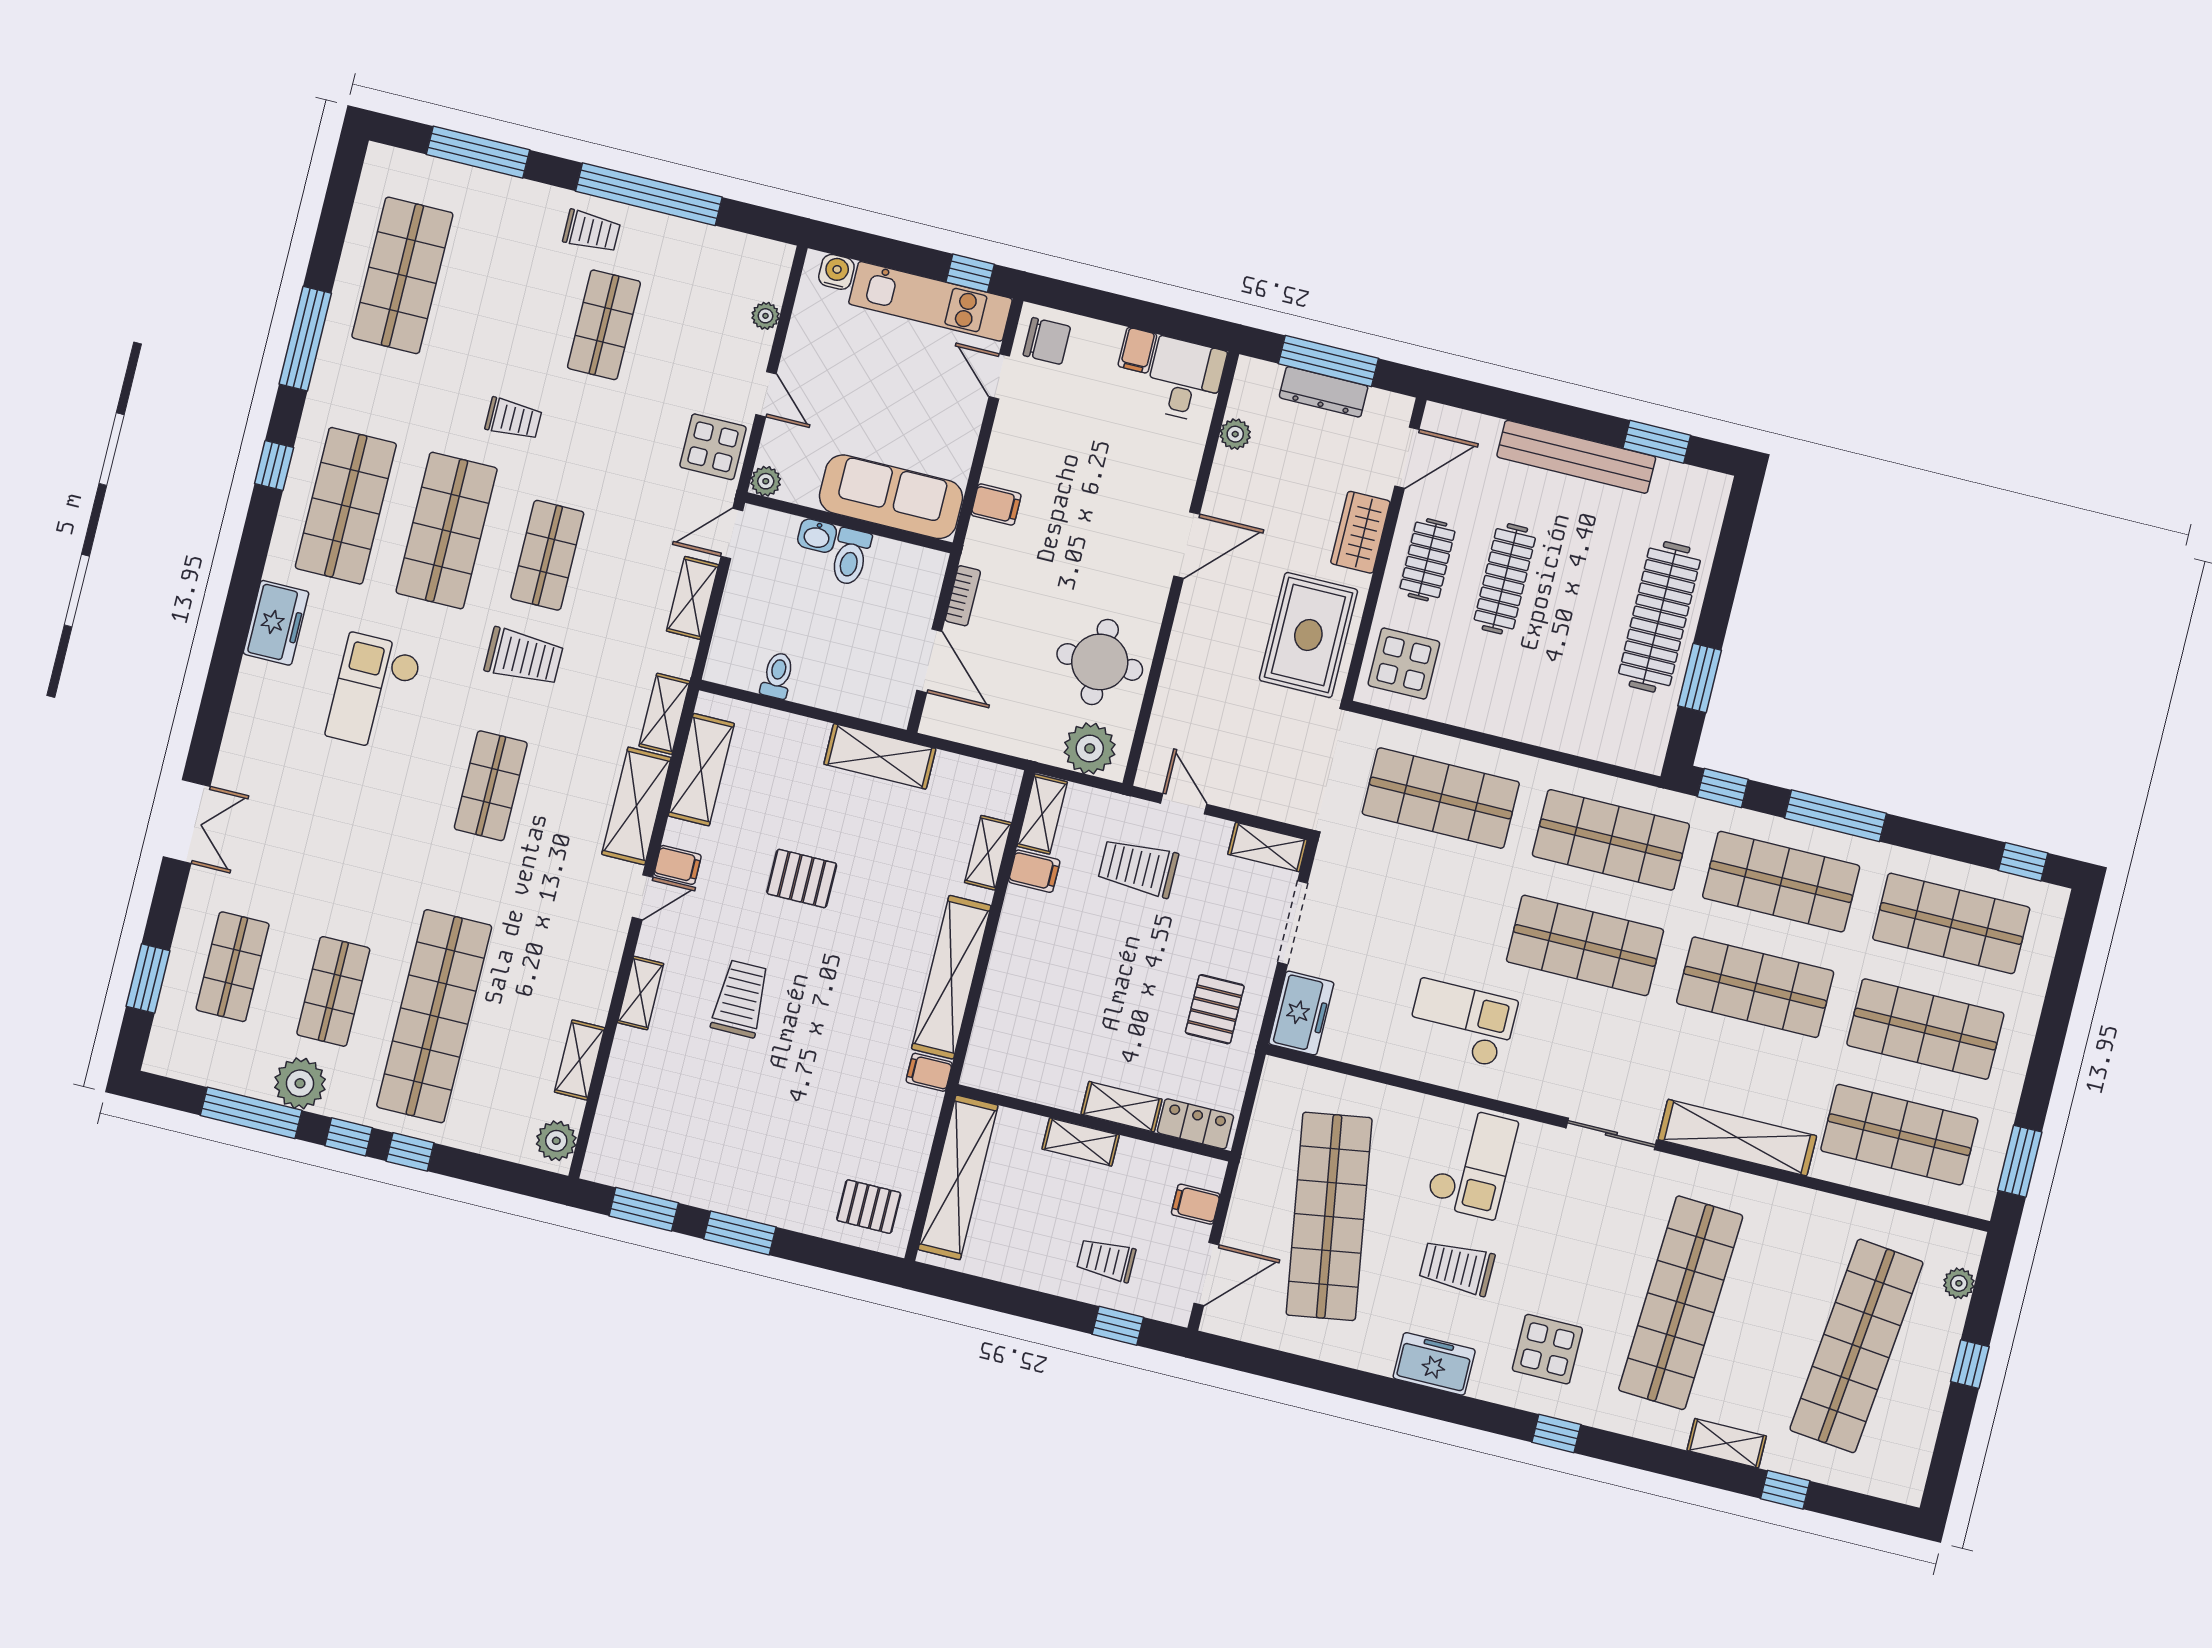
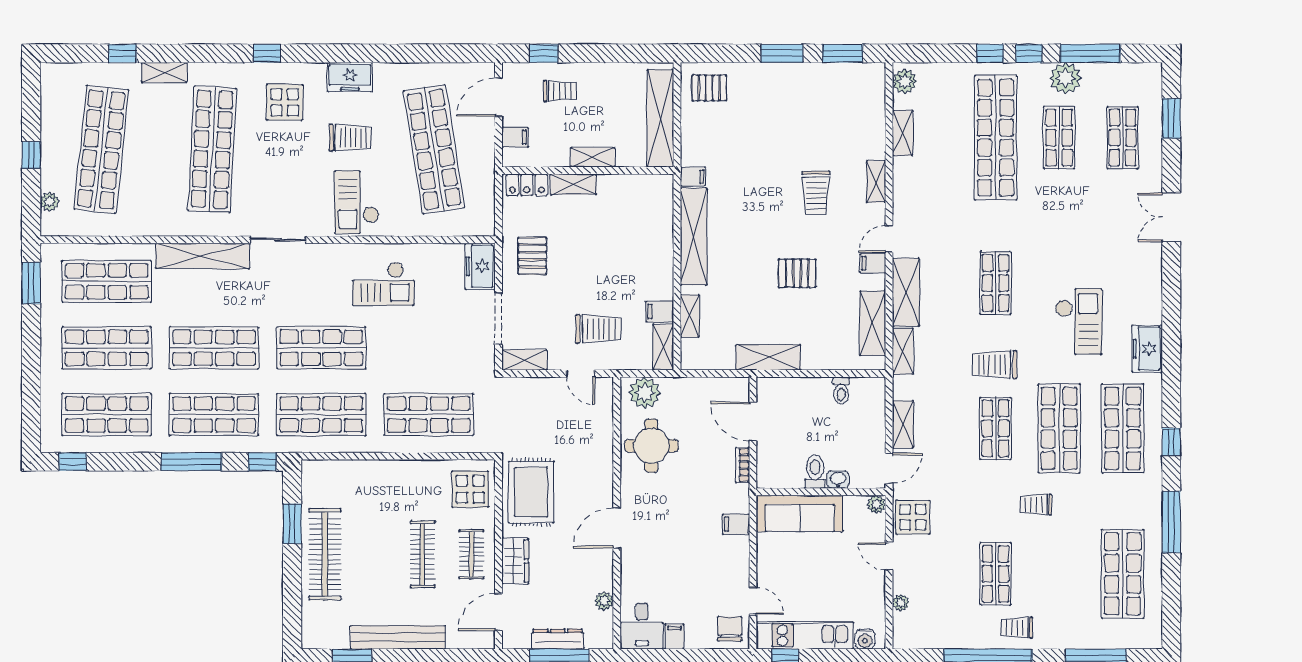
chair: (1047, 341) -> (730, 629), turned 90

